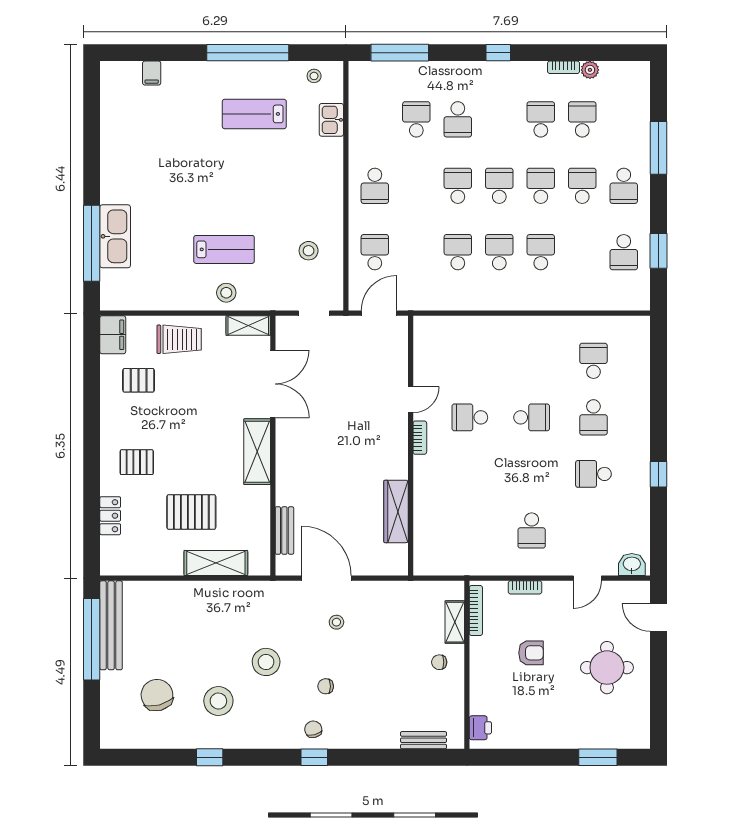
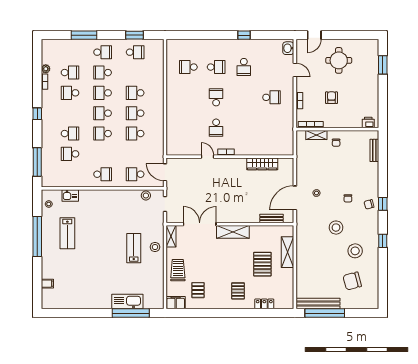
school desk: (582, 119) -> (70, 73), turned 180
stool: (309, 251) -> (146, 195), moved
window: (210, 757) -> (383, 241), moved

